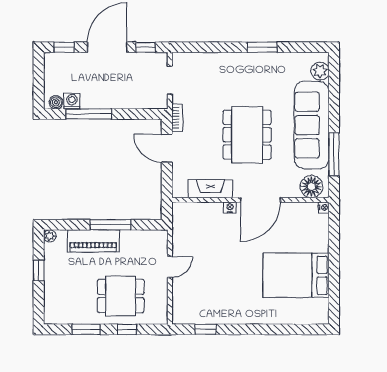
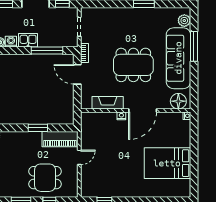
kitchen sink: (96, 99) -> (28, 40), added
window: (89, 114) -> (47, 50), moved
dining table: (247, 135) -> (133, 65), turned 90
window: (334, 154) -> (194, 46), moved
window: (110, 225) -> (38, 128), width x0.69
piano: (93, 241) -> (60, 139), moved

